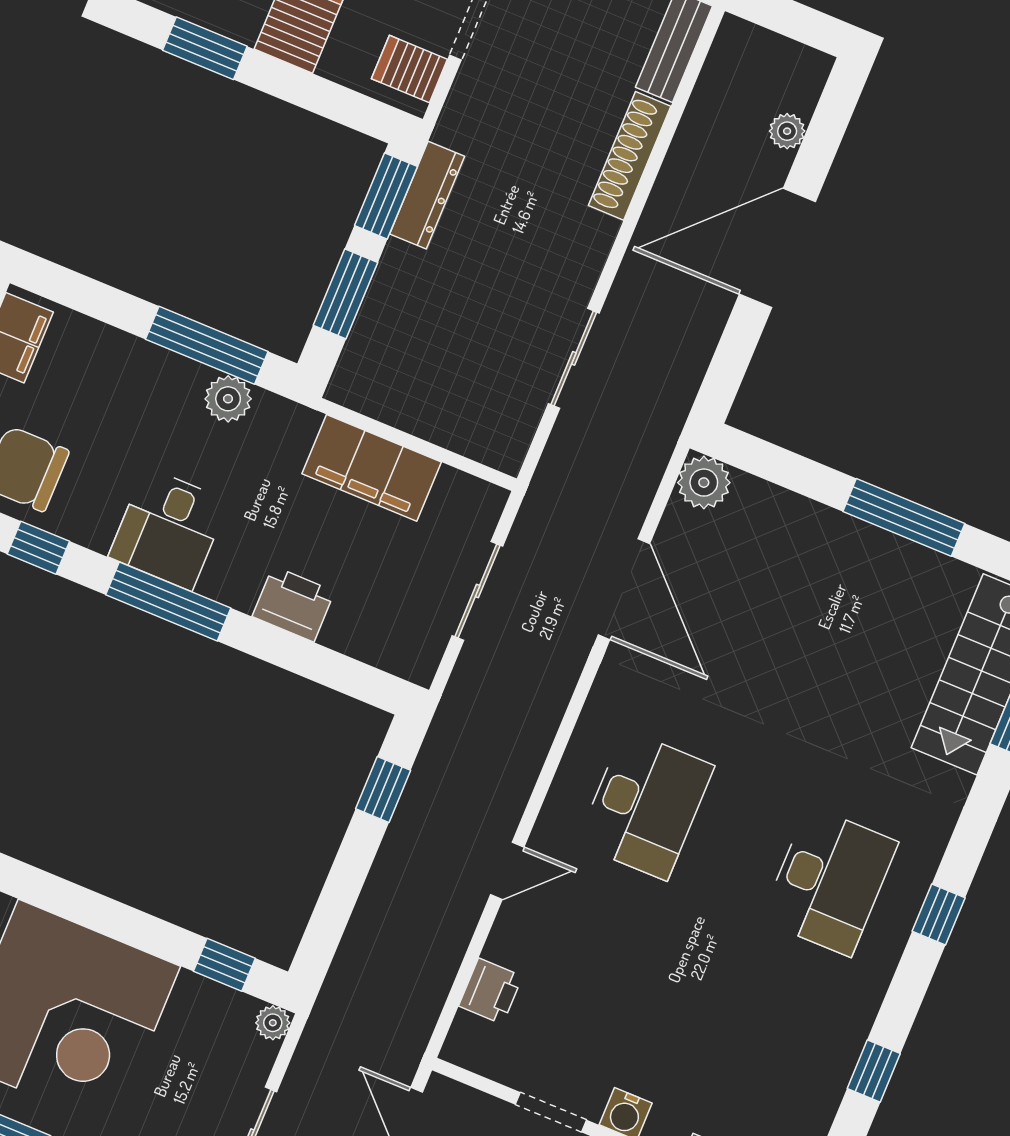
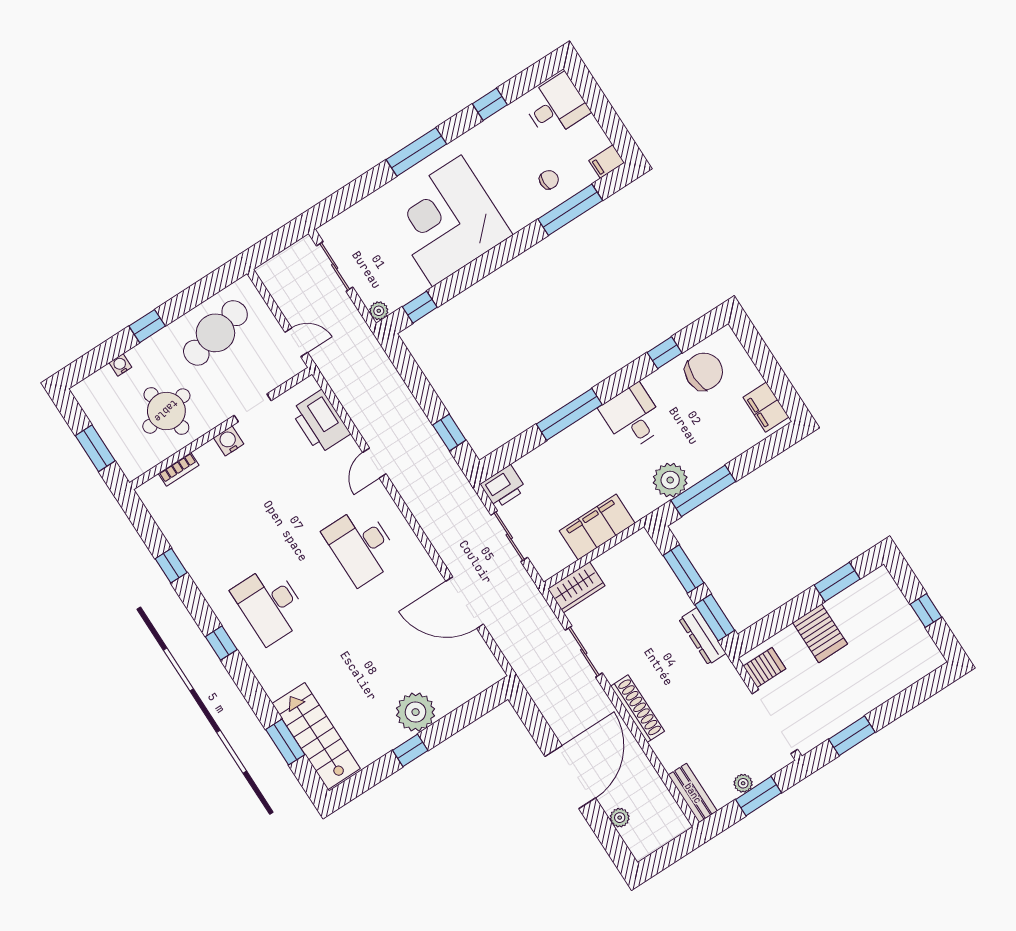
shoe rack: (630, 156) -> (637, 709), moved
plant: (228, 399) -> (670, 480), width x1.36, depth x1.36
wardrobe: (485, 437) -> (576, 587), added
plant: (704, 483) -> (416, 712), moved, width x1.36, depth x1.36
window: (904, 517) -> (410, 750), width x0.46
window: (168, 601) -> (569, 414), moved
printer: (293, 604) -> (503, 487), moved
printer: (491, 991) -> (320, 422), width x1.87, depth x1.48

